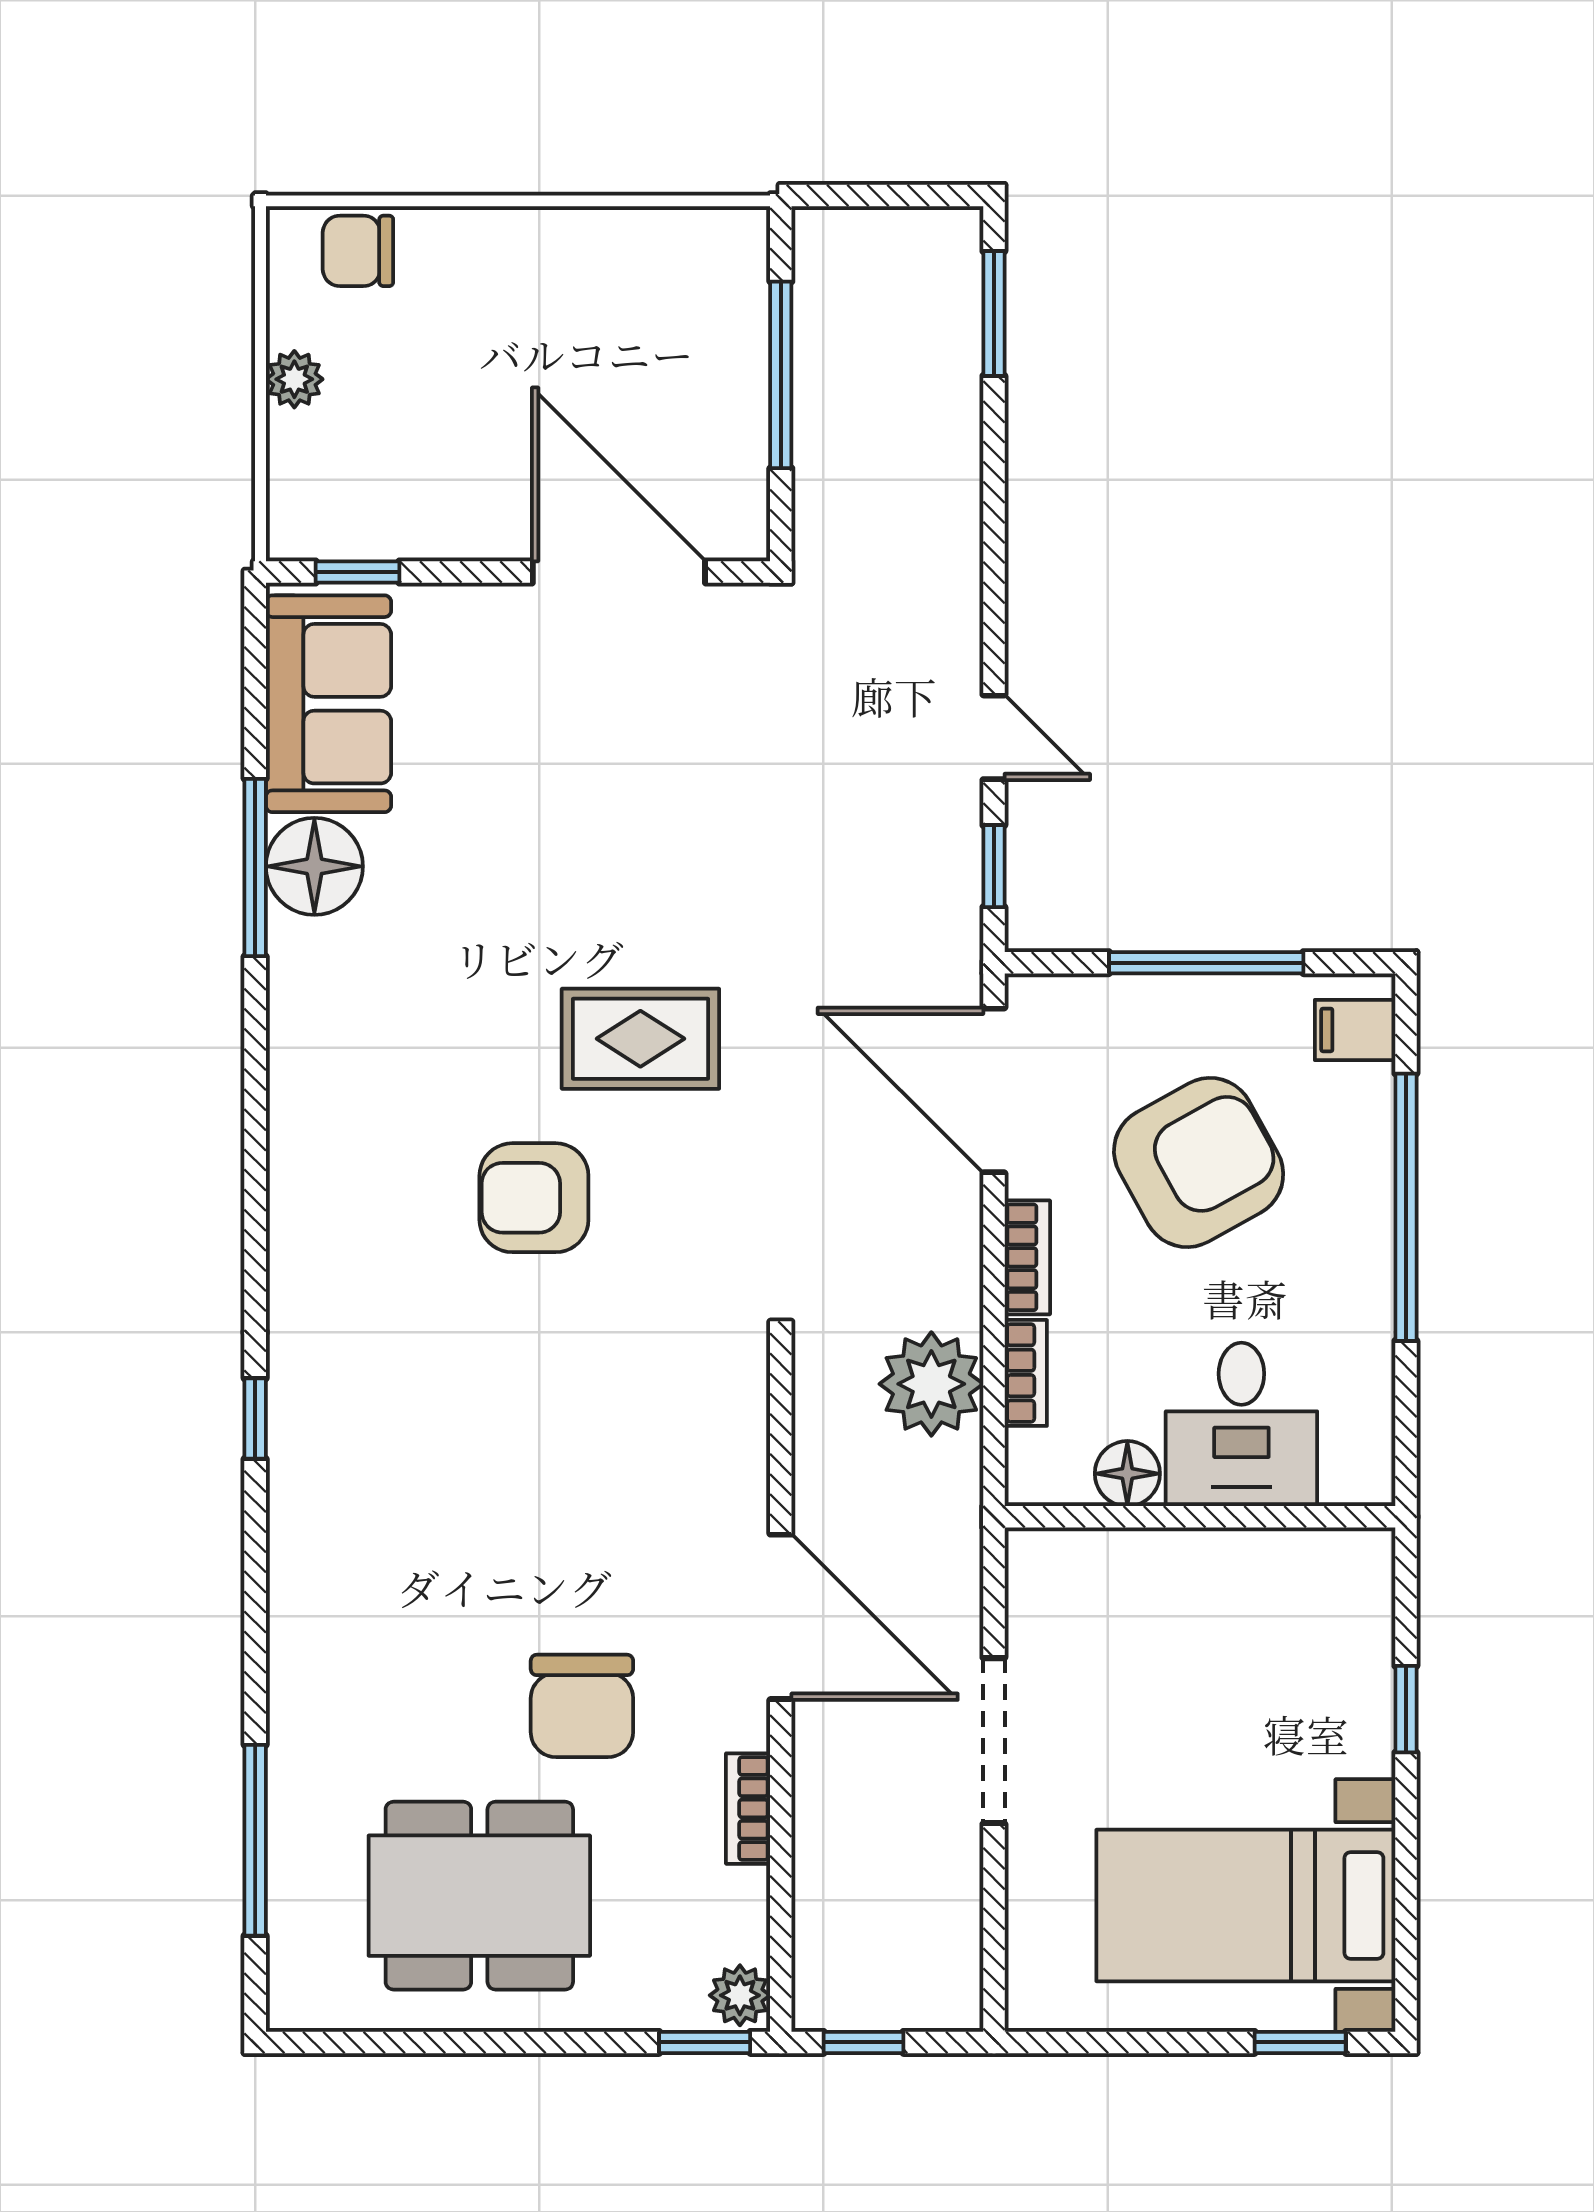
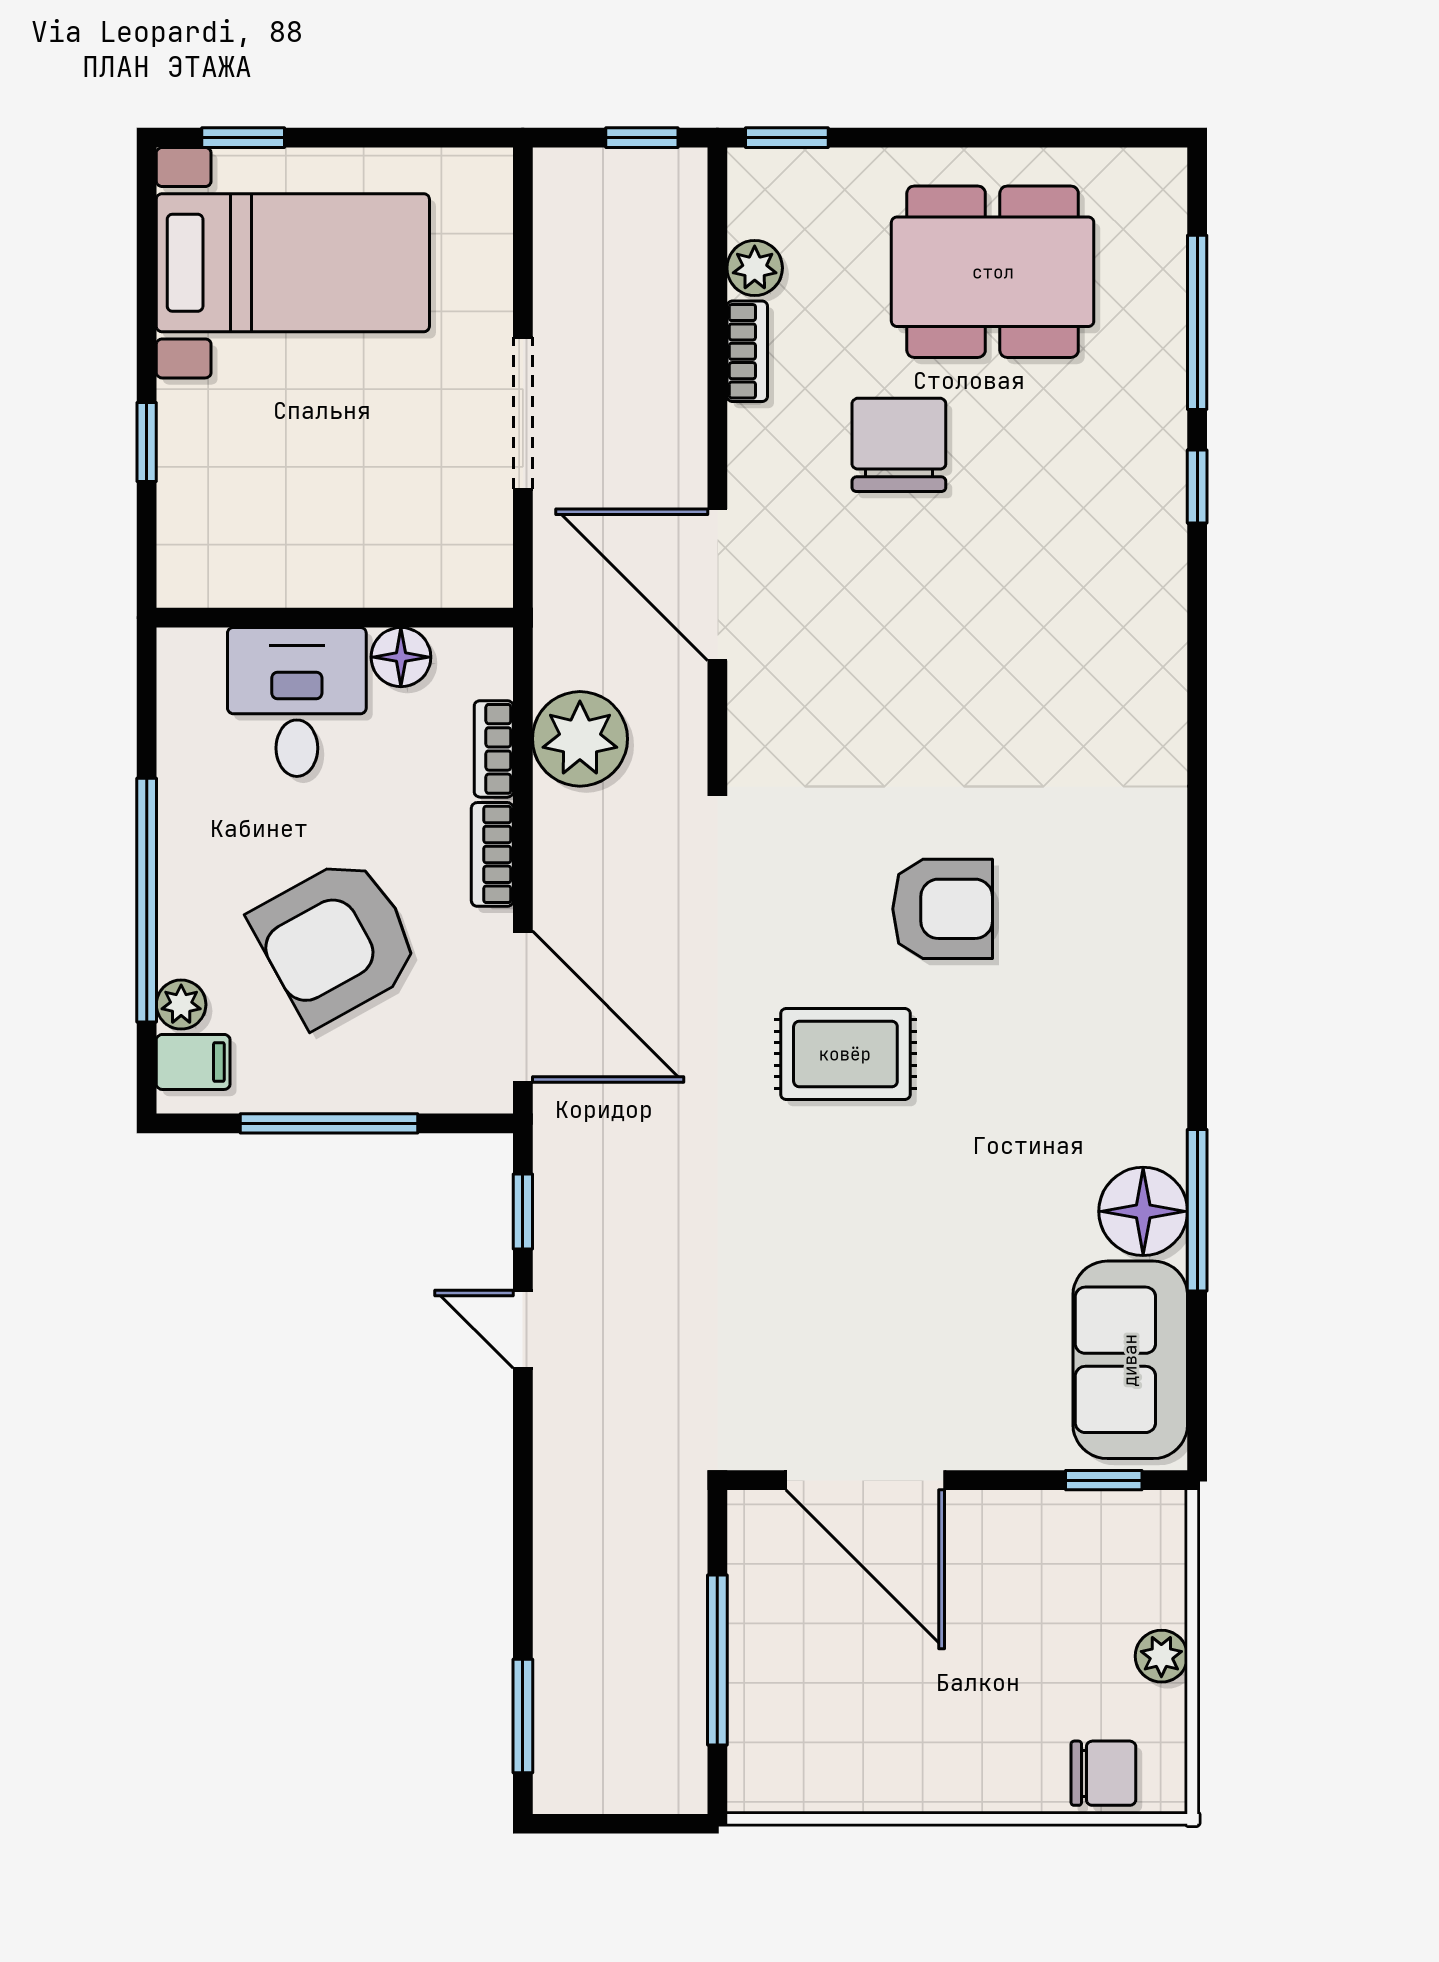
plant: (1368, 1093) -> (181, 1005), added
window: (255, 1419) -> (1197, 486), moved
door: (781, 1617) -> (717, 585), moved
plant: (740, 1995) -> (755, 268), moved

